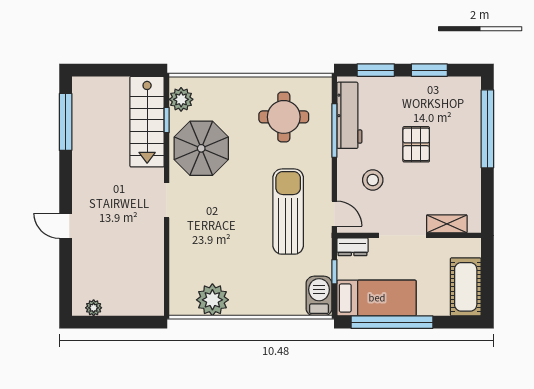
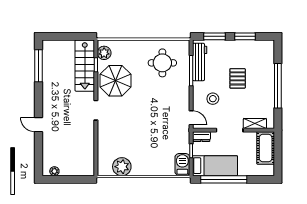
window: (487, 129) -> (278, 86), moved
sun lounger: (288, 212) -> (165, 117), removed
cot: (466, 287) -> (266, 148), moved

